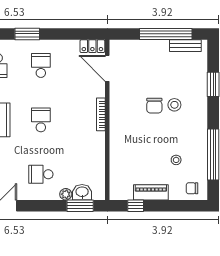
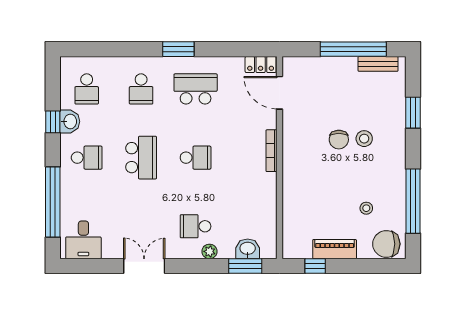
school desk: (41, 65) -> (196, 89), width x1.85
school desk: (41, 120) -> (196, 158), turned 90
chair: (192, 188) -> (386, 244), width x1.87, depth x1.87
plant: (66, 194) -> (209, 251), moved

